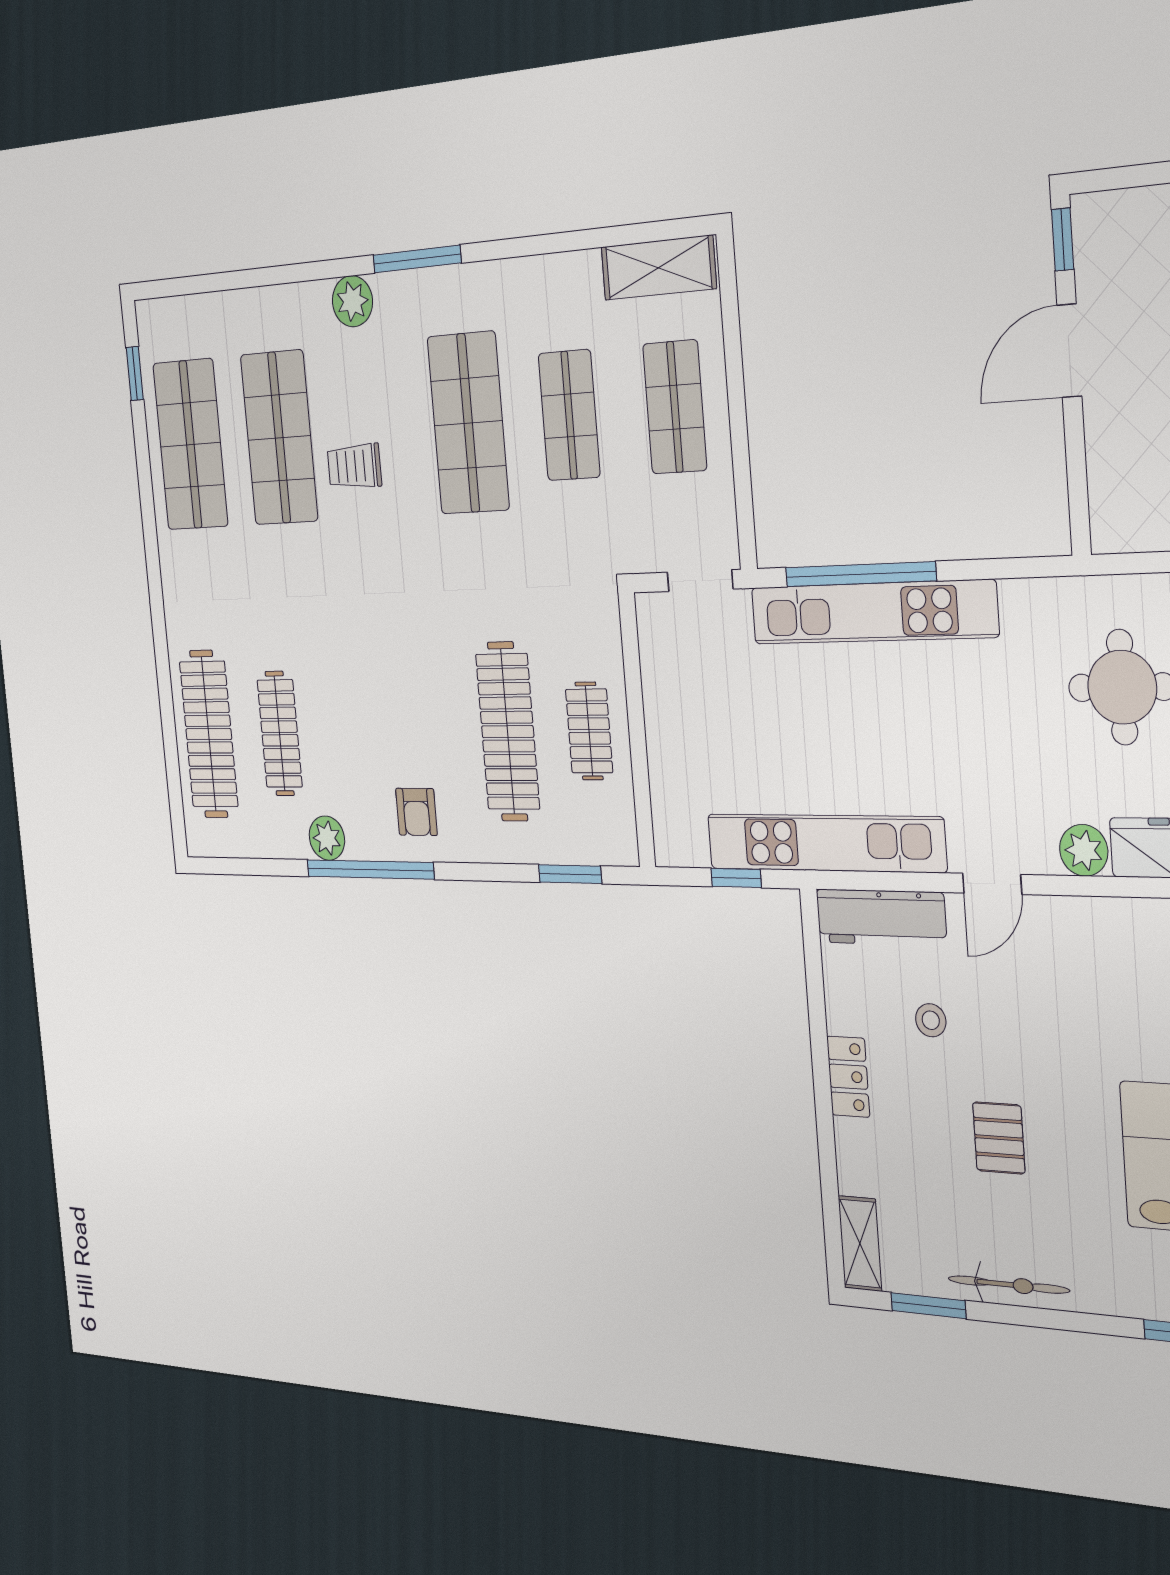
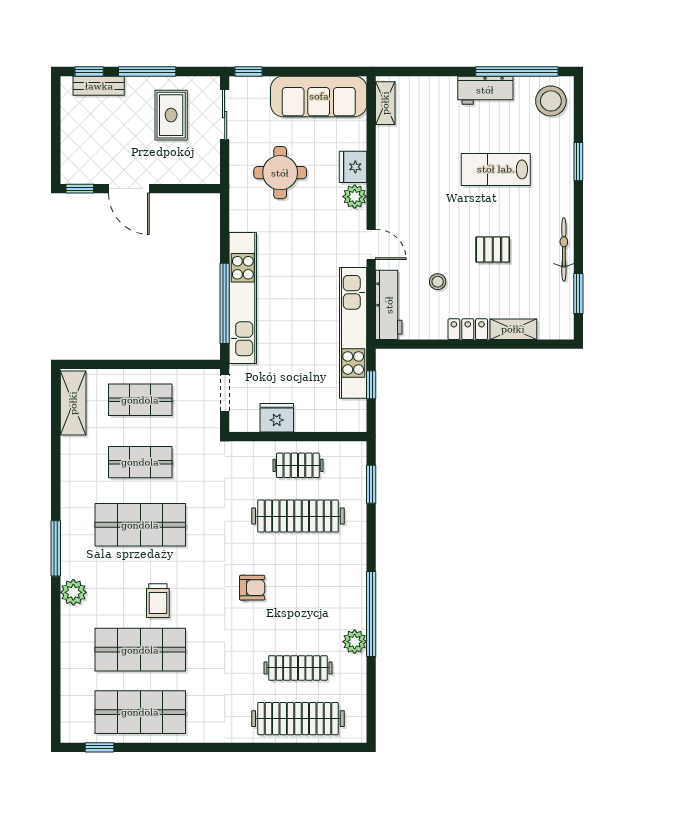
fridge: (665, 688) -> (277, 418), added
armchair: (416, 812) -> (252, 588), moved
shelving: (860, 1243) -> (513, 329), moved

